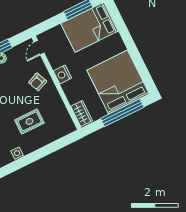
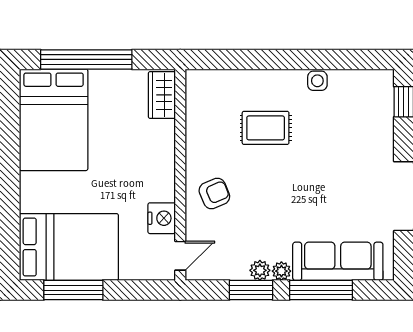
nightstand: (62, 75) -> (162, 218), moved
bed: (118, 82) -> (54, 120), width x0.73

